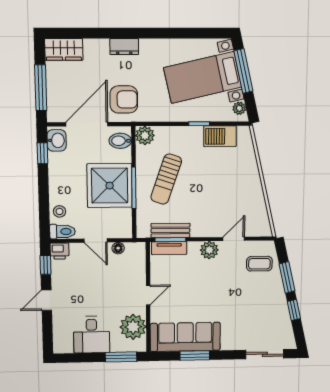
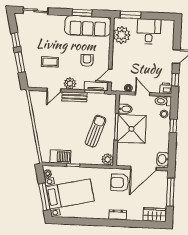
bidet: (120, 141) -> (125, 109), moved
window: (42, 153) -> (173, 126), moved
bench: (170, 230) -> (74, 97), moved
coffee table: (259, 264) -> (50, 62), moved
armchair: (184, 286) -> (87, 61), added
door: (148, 295) -> (110, 76), moved

